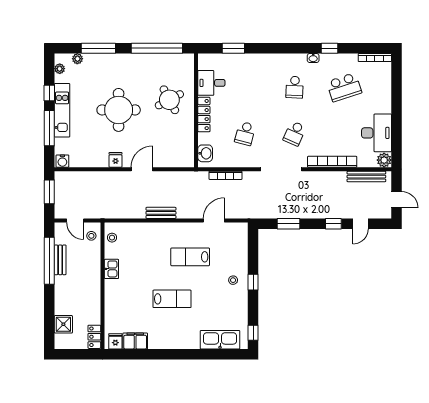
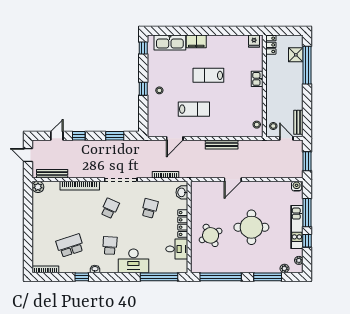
window: (233, 48) -> (159, 277), width x2.11
desk: (376, 133) -> (133, 261), moved, turned -90
fridge: (116, 160) -> (254, 187), removed
bench: (161, 213) -> (222, 144), width x1.36
bench: (60, 260) -> (298, 122), moved
window: (49, 261) -> (307, 65), moved
kitchen sink: (111, 269) -> (257, 79), moved
filing cabinet: (135, 341) -> (196, 41), moved

